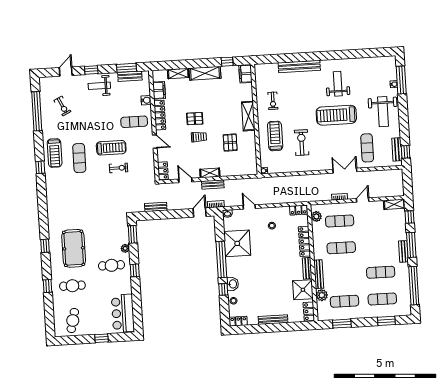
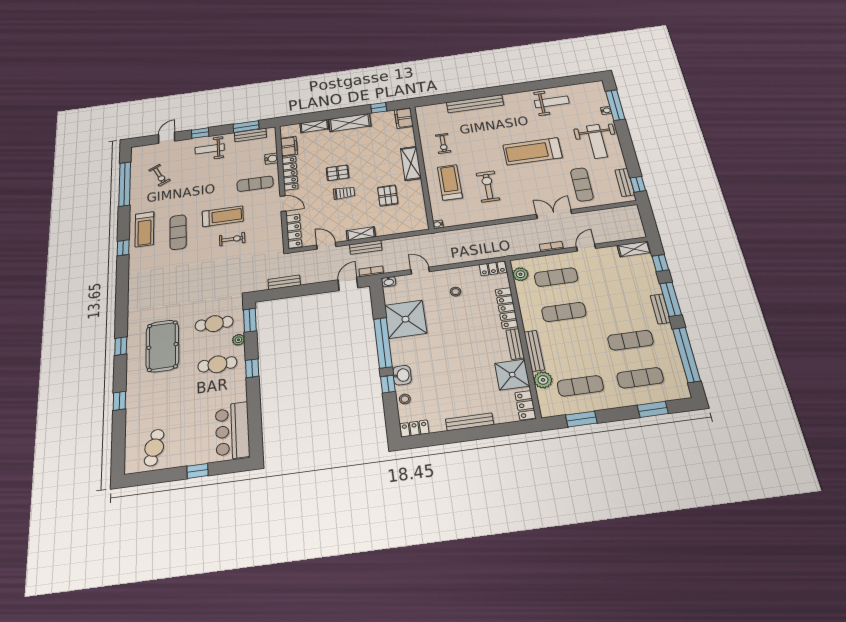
weight bench: (338, 84) -> (552, 102), moved, turned 90
locker: (163, 171) -> (294, 231), width x1.53
cafe table: (72, 286) -> (214, 324), moved

